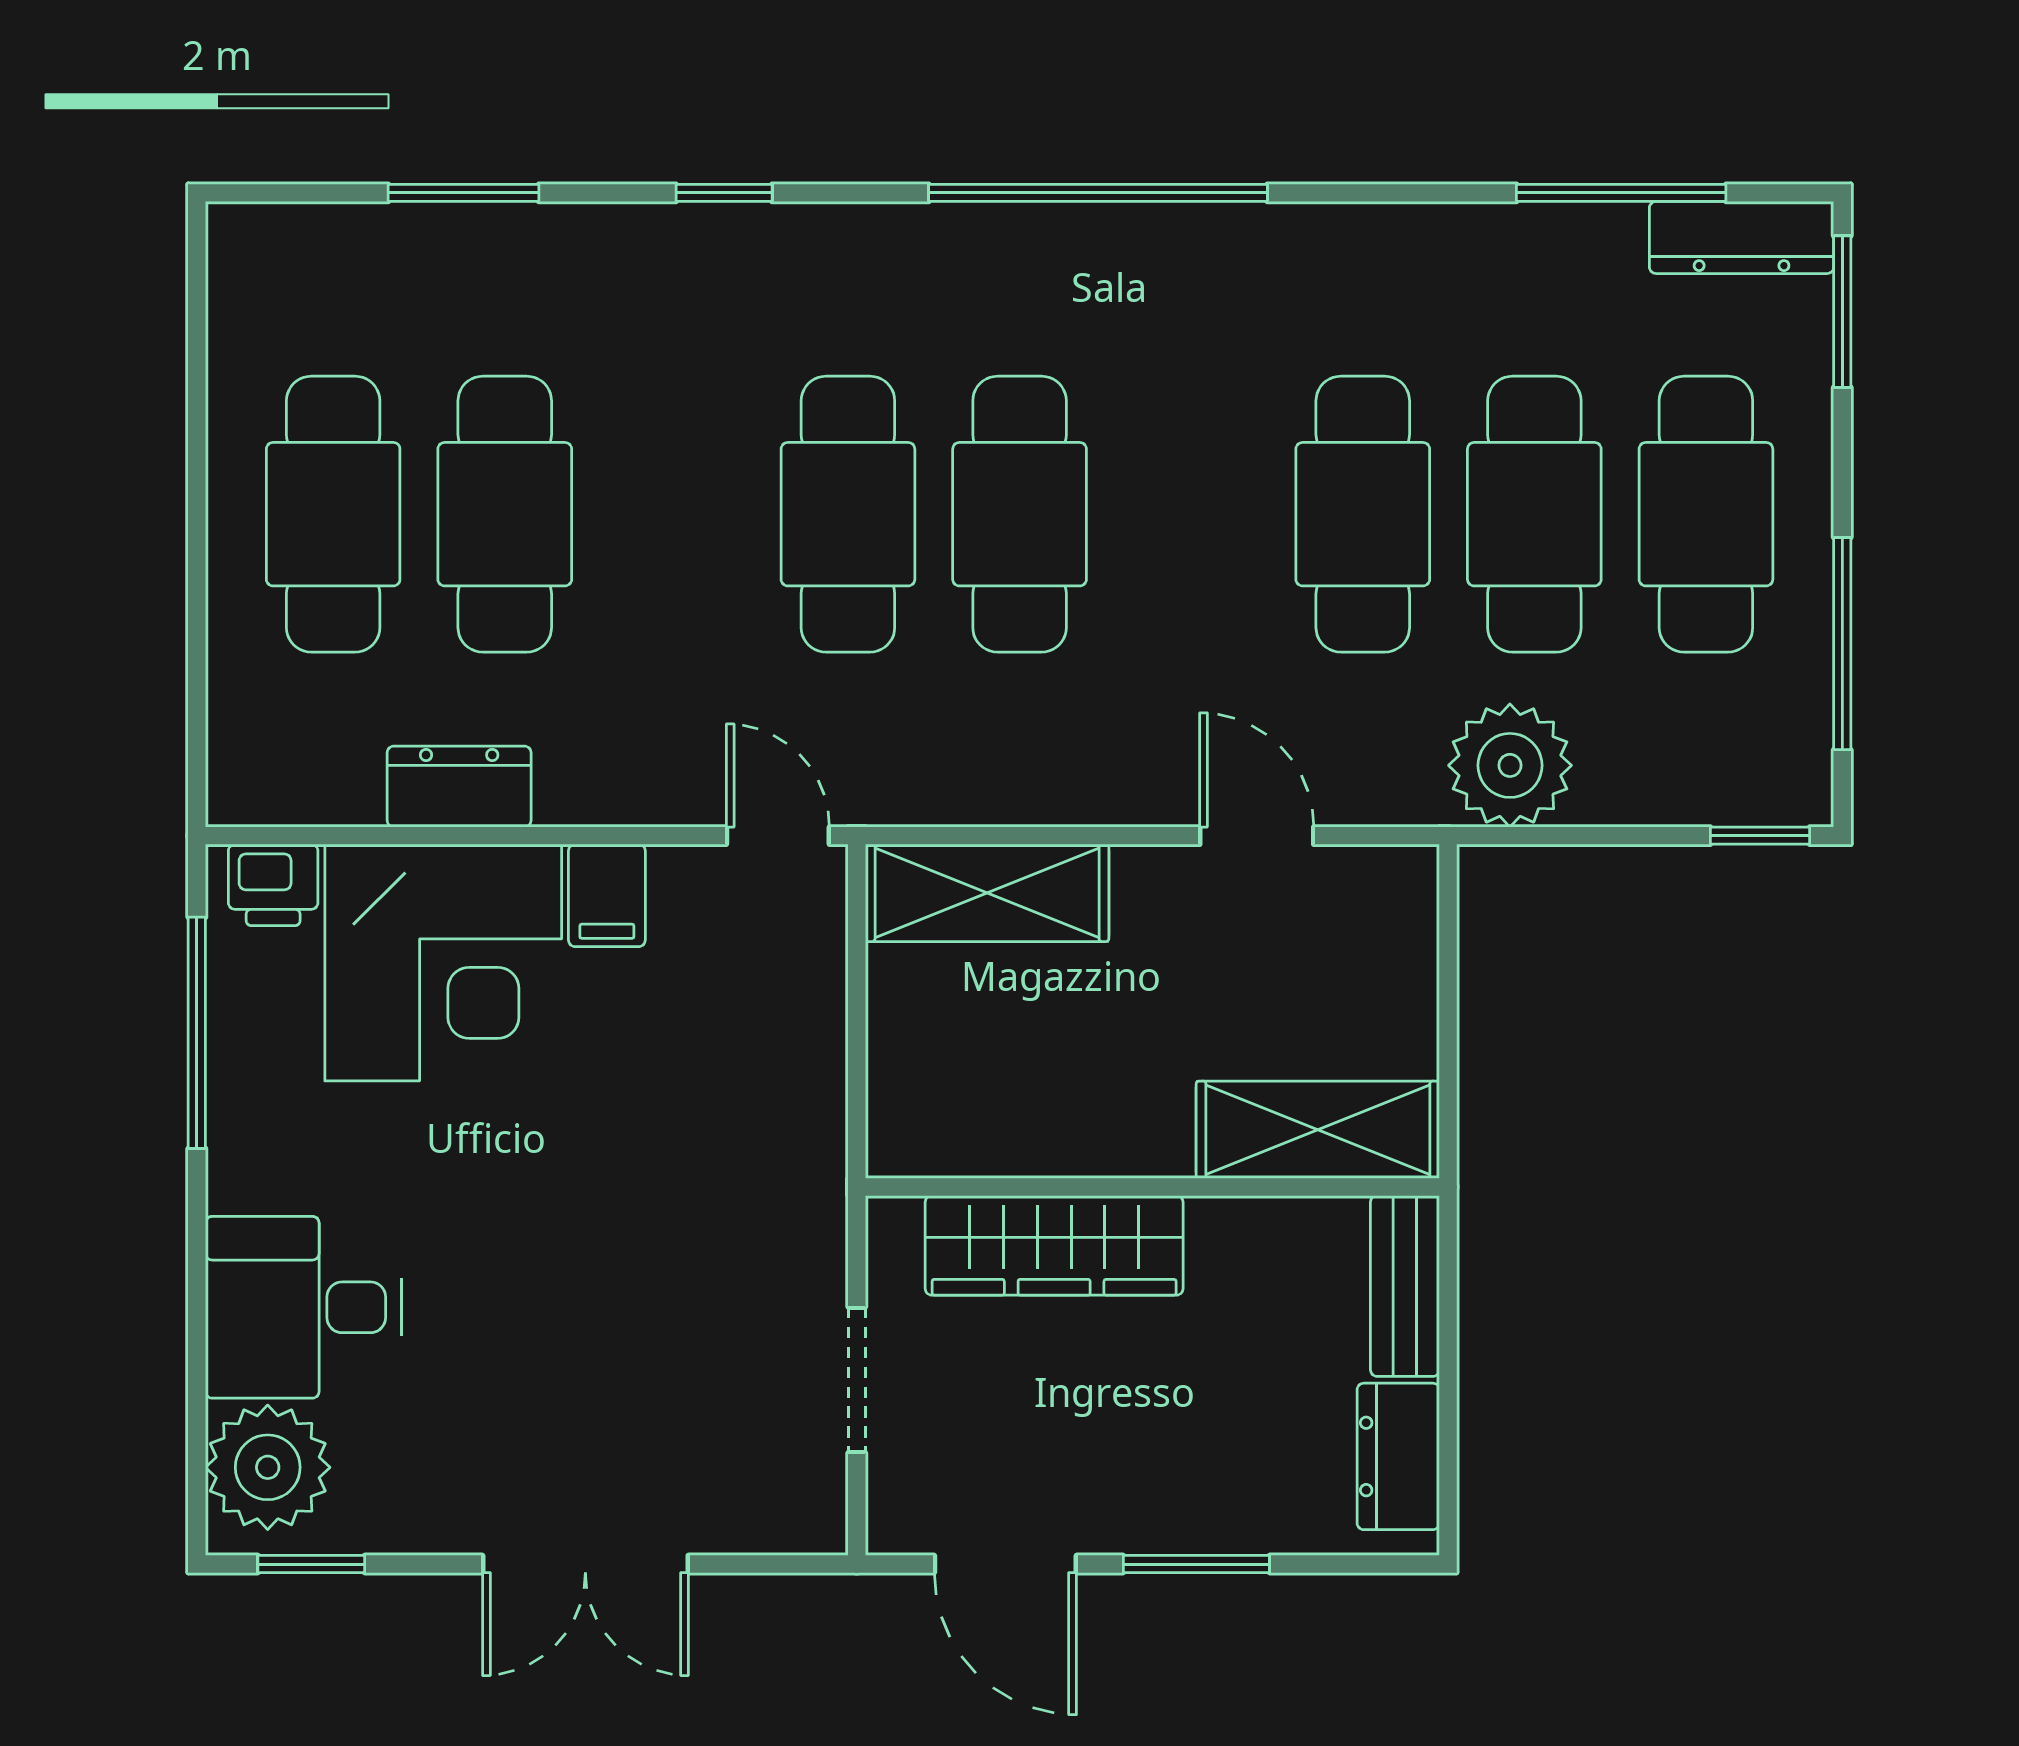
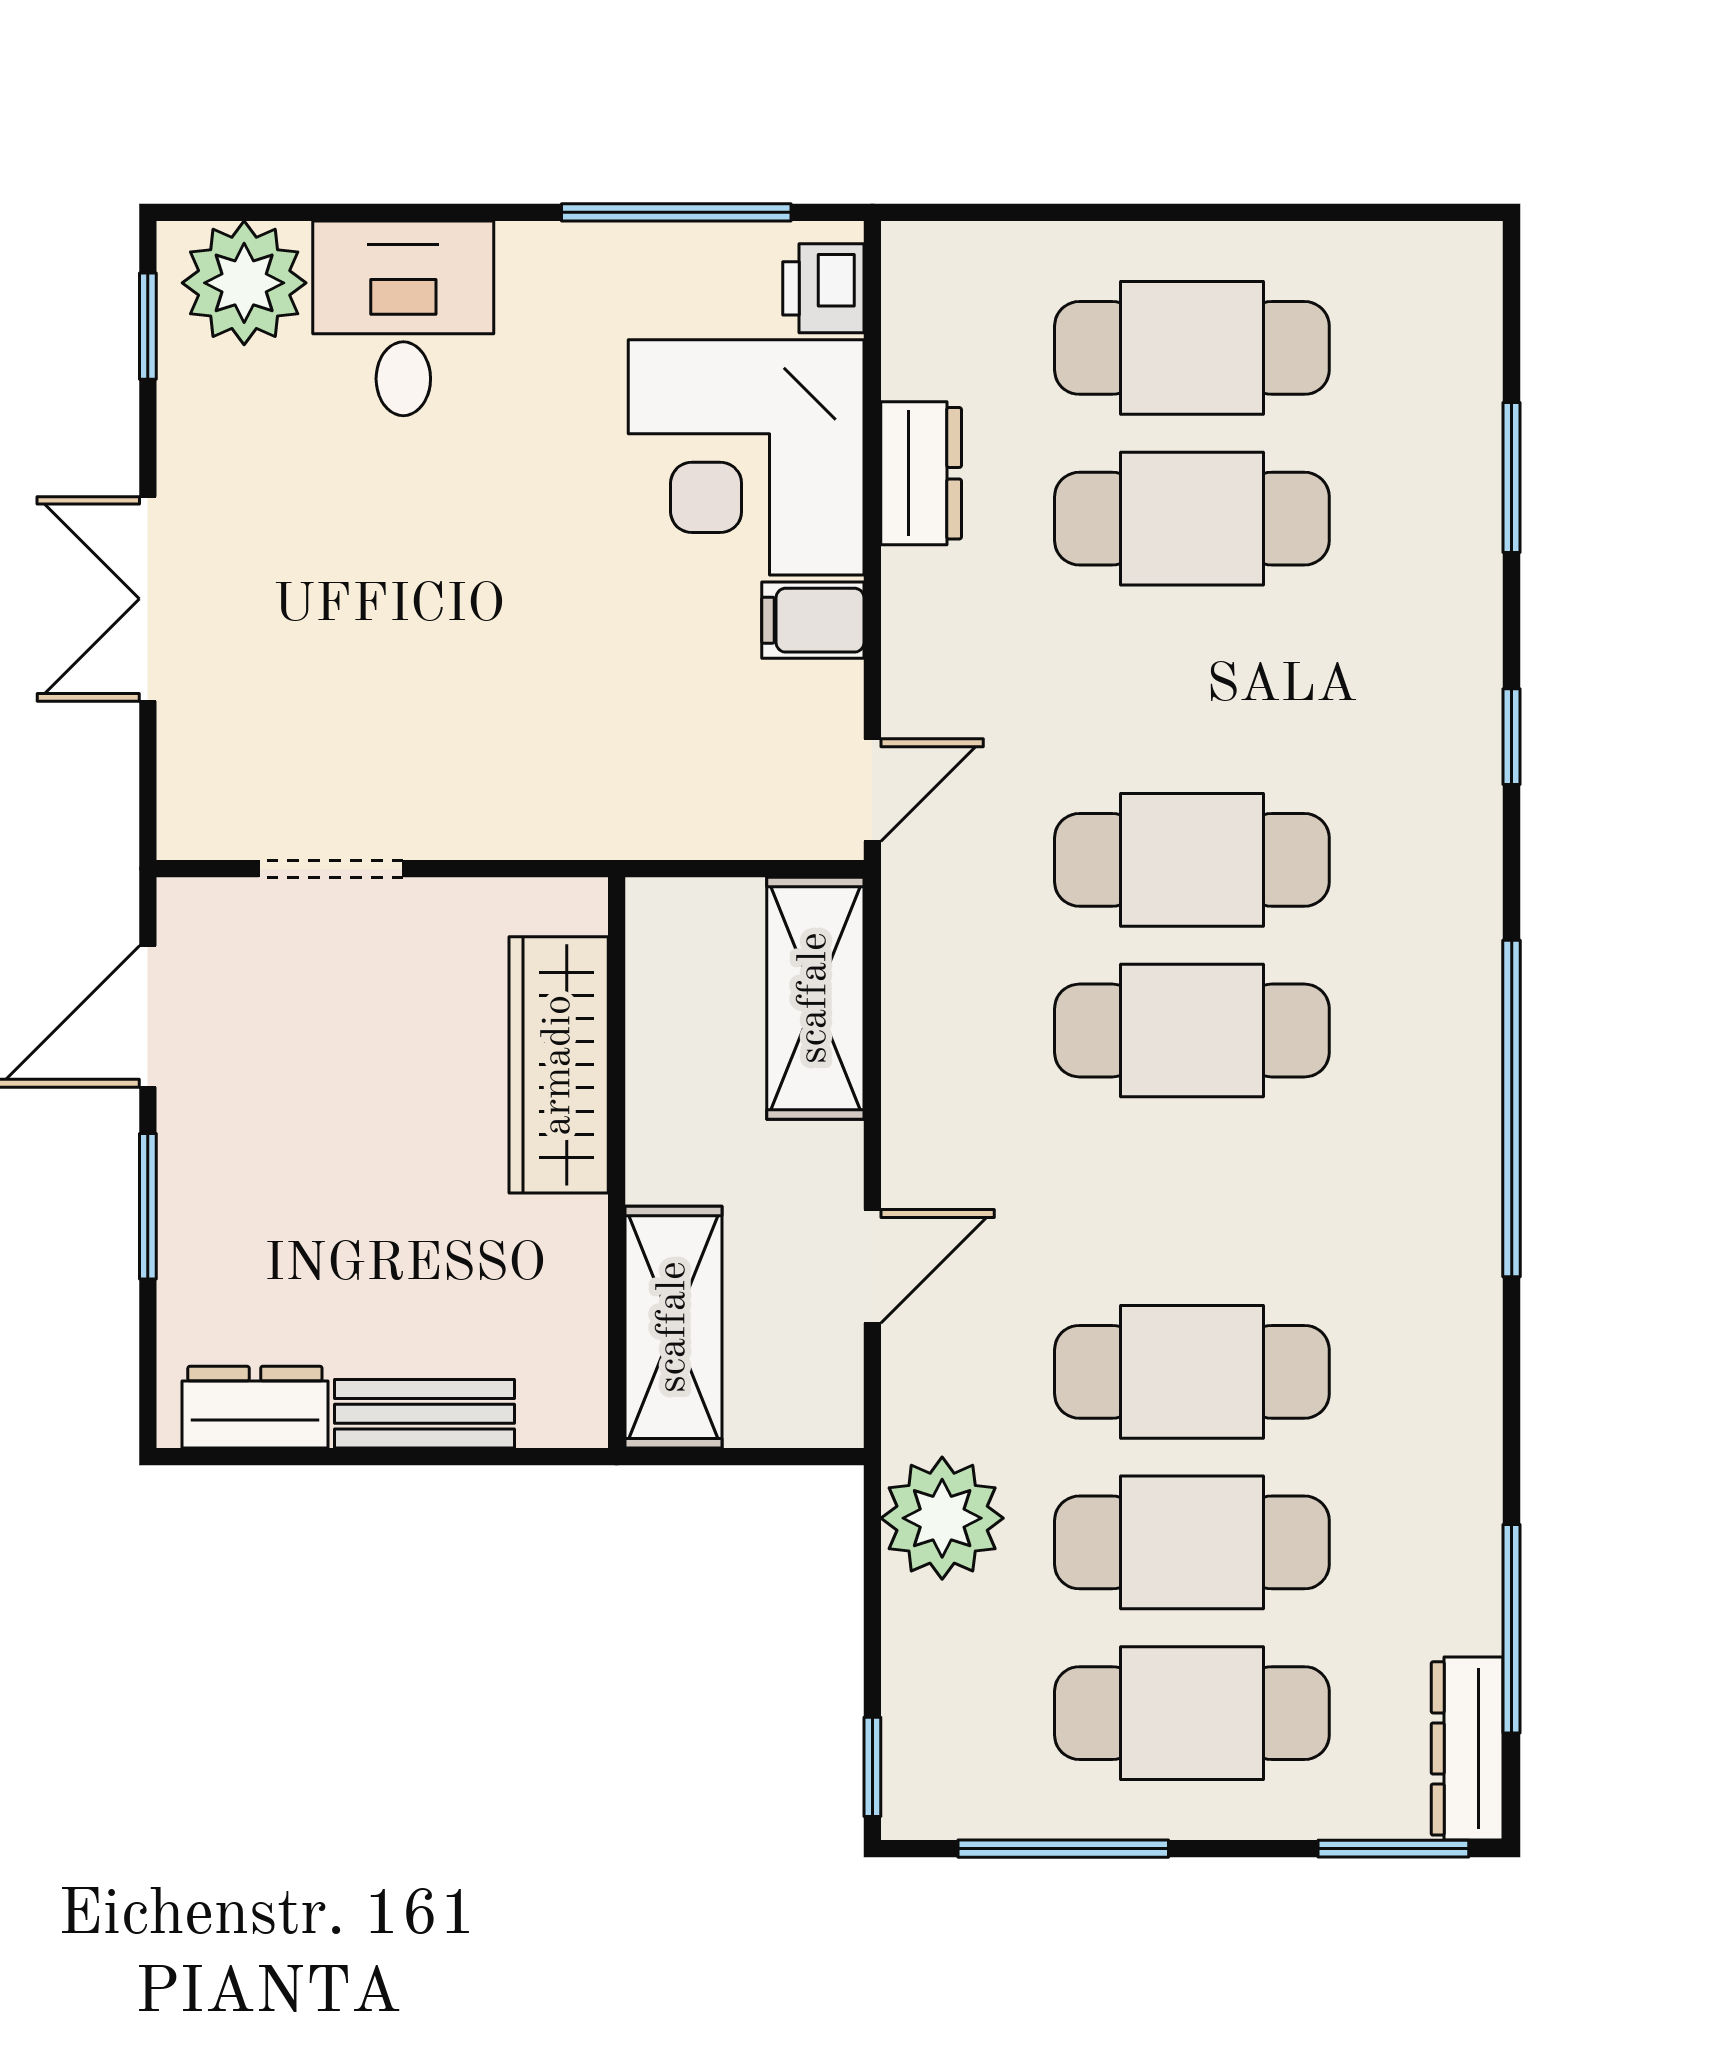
shelving: (1318, 1130) -> (674, 1327), moved
wall: (1152, 1187) -> (617, 1163), moved
wardrobe: (1054, 1245) -> (559, 1065), moved

